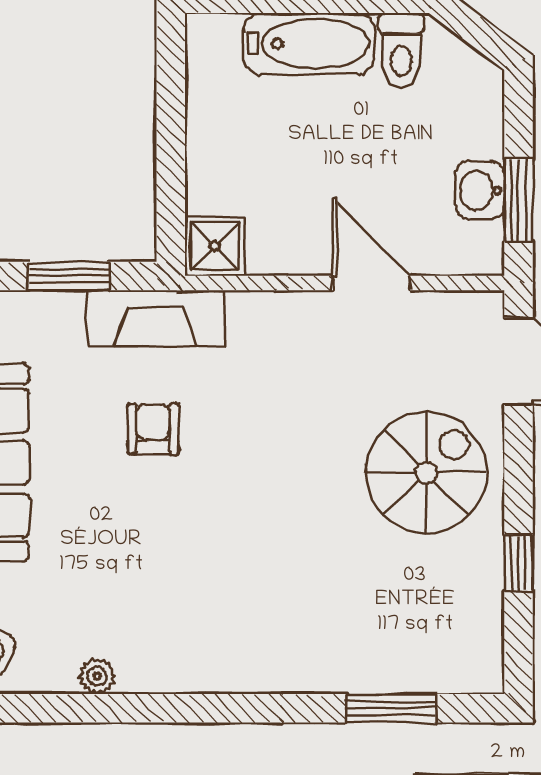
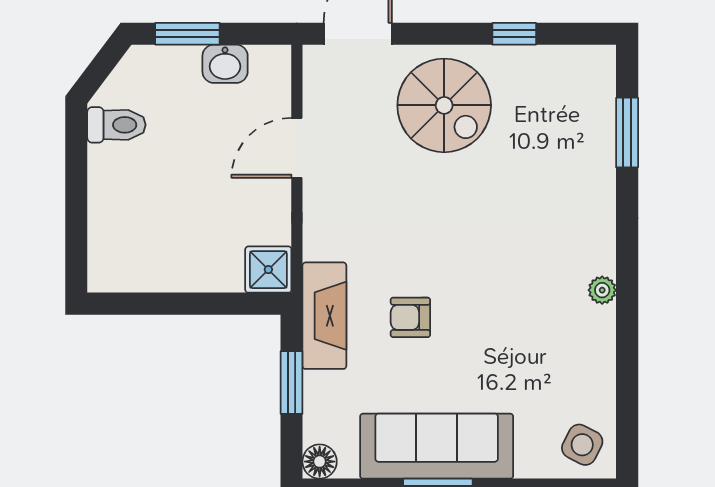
bathtub: (309, 44) -> (111, 196), removed
window: (519, 200) -> (187, 34), moved
spiral stairs: (426, 473) -> (444, 105), turned 180
plant: (97, 676) -> (602, 290), moved

